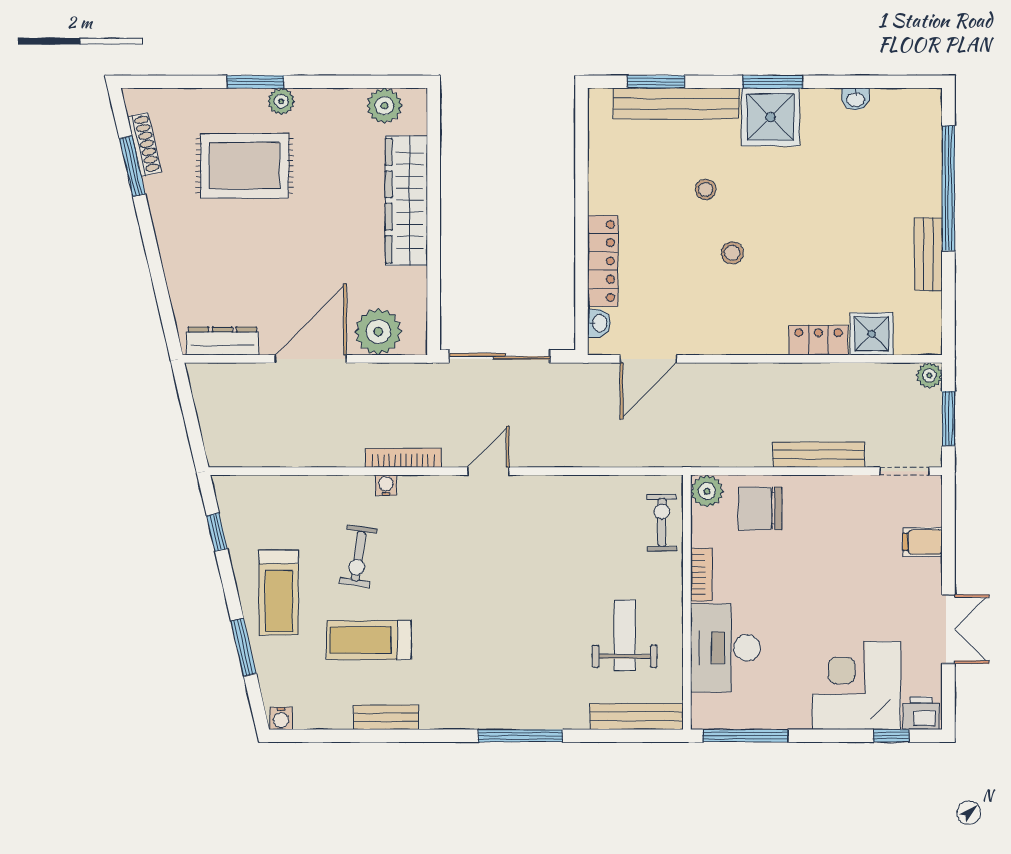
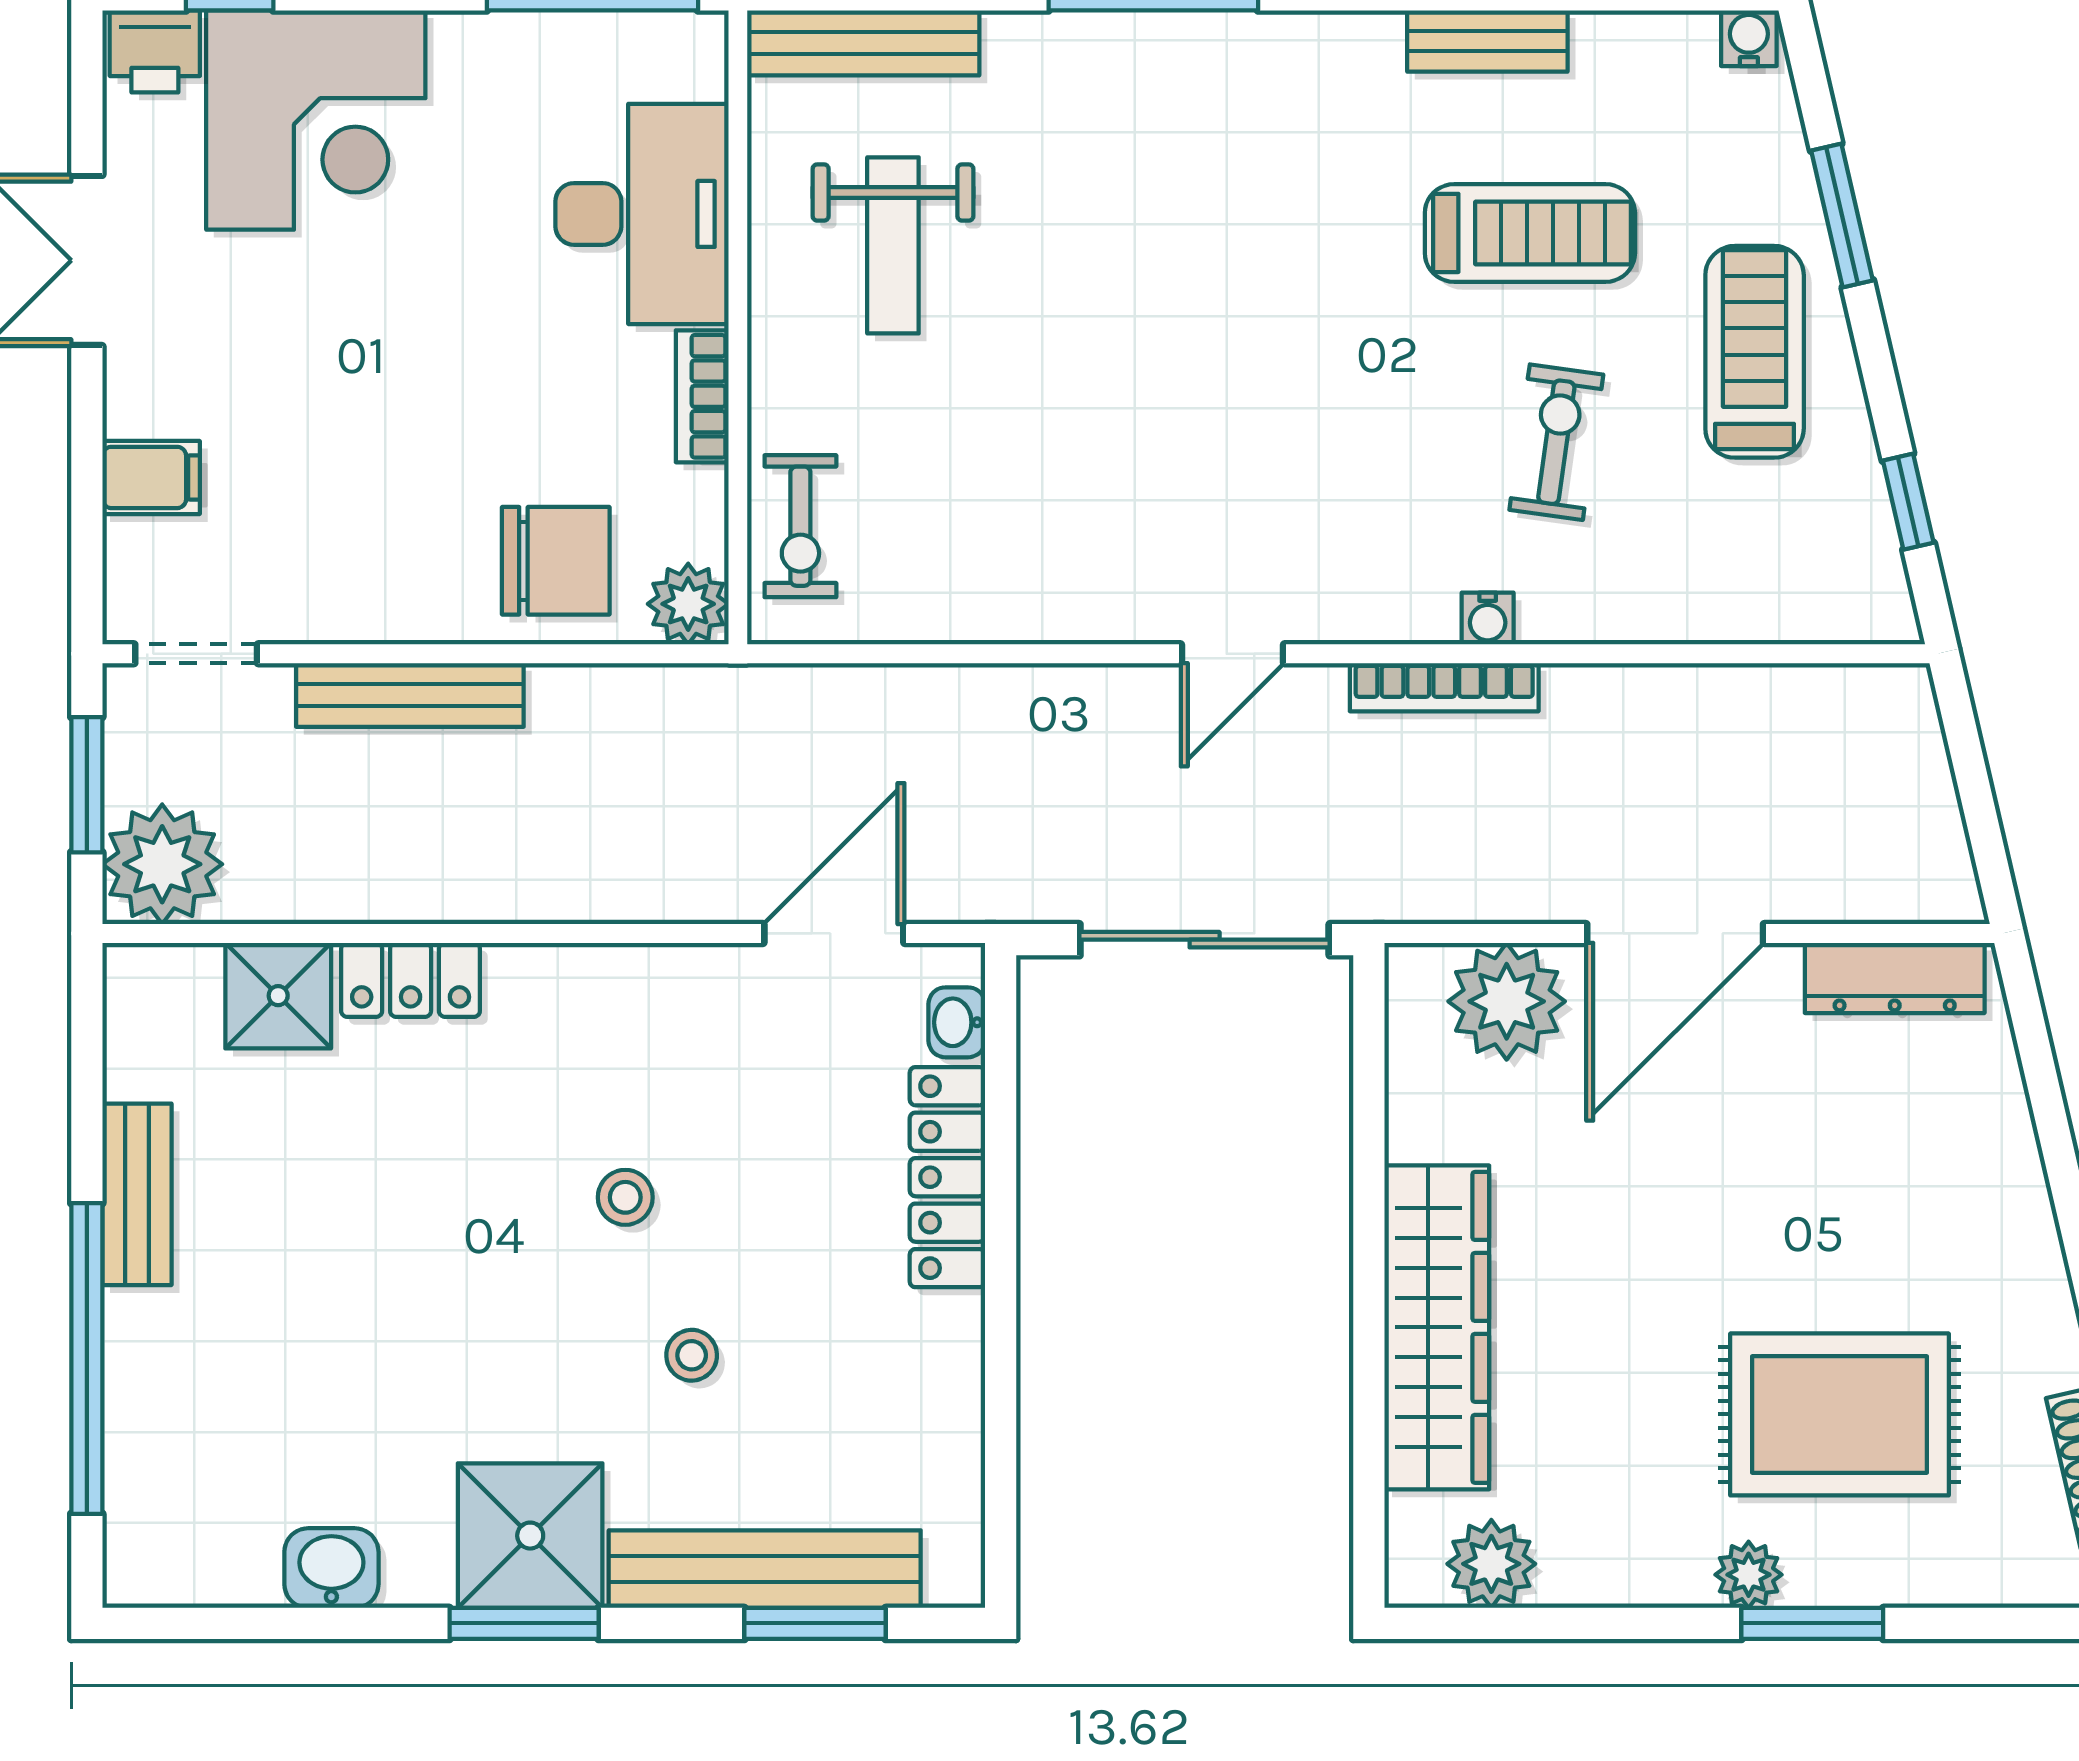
washbasin: (855, 99) -> (331, 1568), width x1.38, depth x1.45
plant: (929, 375) -> (162, 864), width x1.87, depth x1.87

